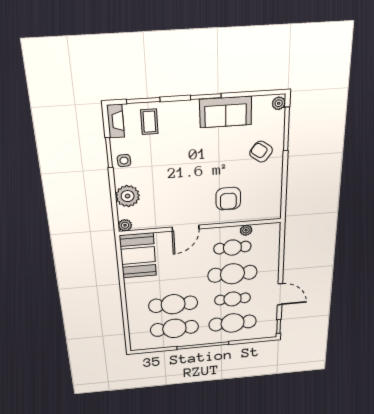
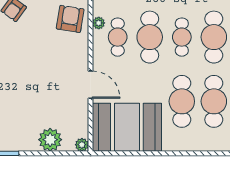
side table: (124, 161) -> (13, 140), removed
armchair: (228, 199) -> (70, 19), moved, turned -81
booth: (138, 256) -> (127, 127), width x1.36, depth x1.42

